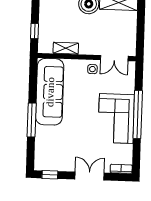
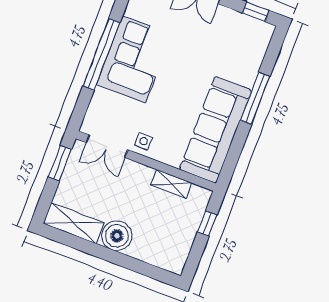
window: (140, 37) -> (60, 163), added
double door: (114, 58) -> (107, 146), swing flipped

